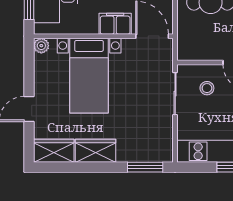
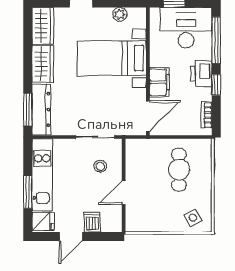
plant: (41, 46) -> (120, 14), moved
dresser: (145, 152) -> (41, 109), added

